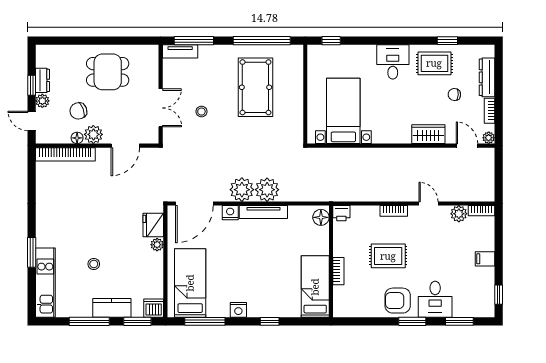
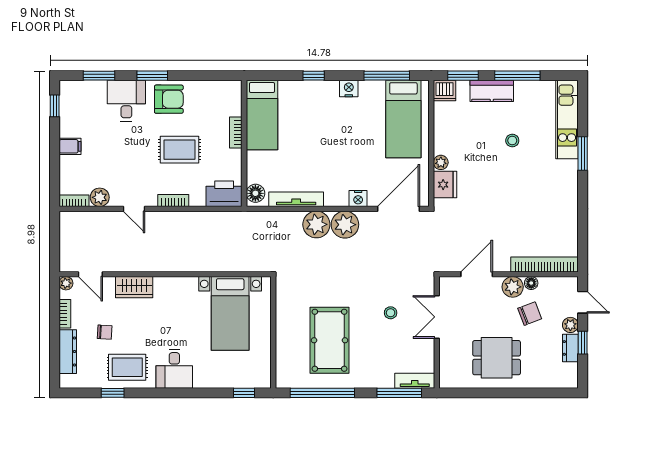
tv unit: (263, 212) -> (296, 199), moved
printer: (341, 213) -> (224, 194), width x1.87, depth x1.48

